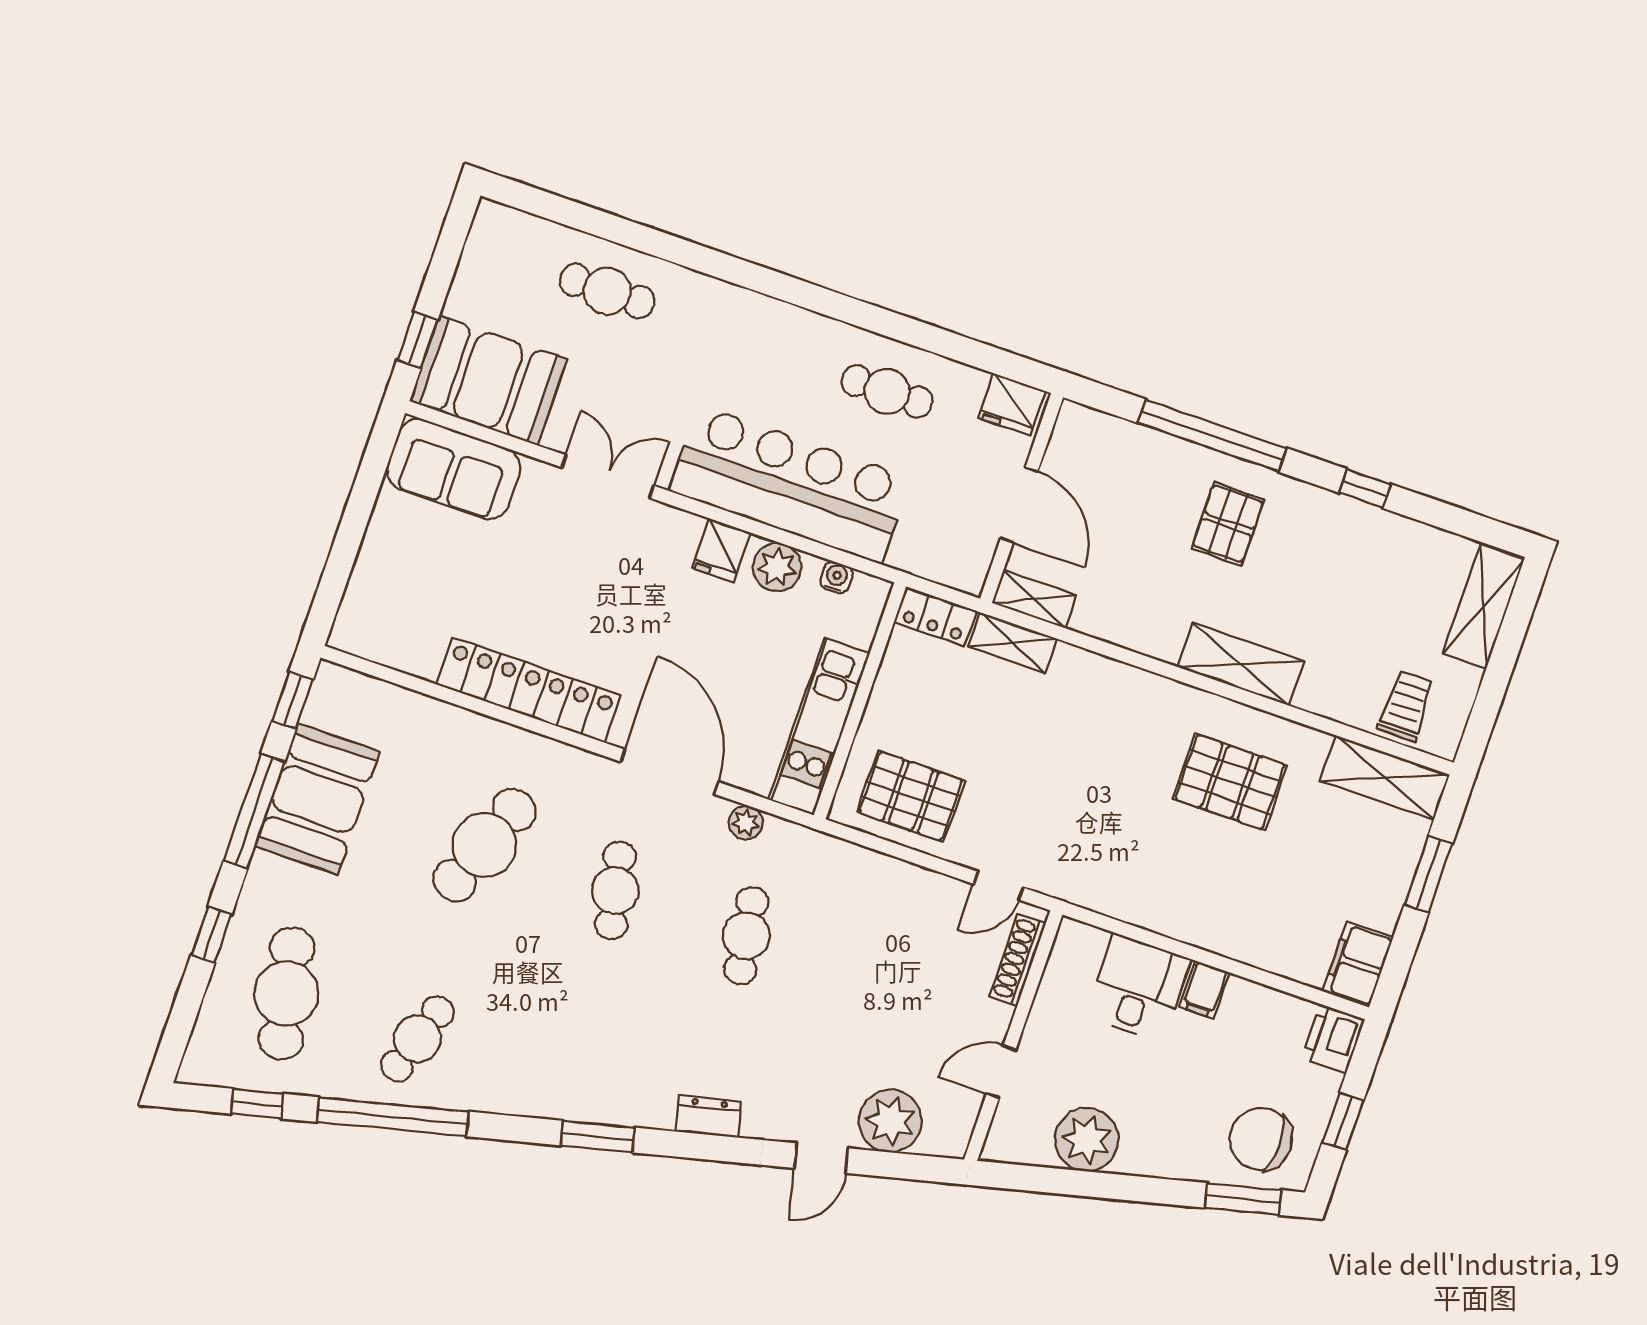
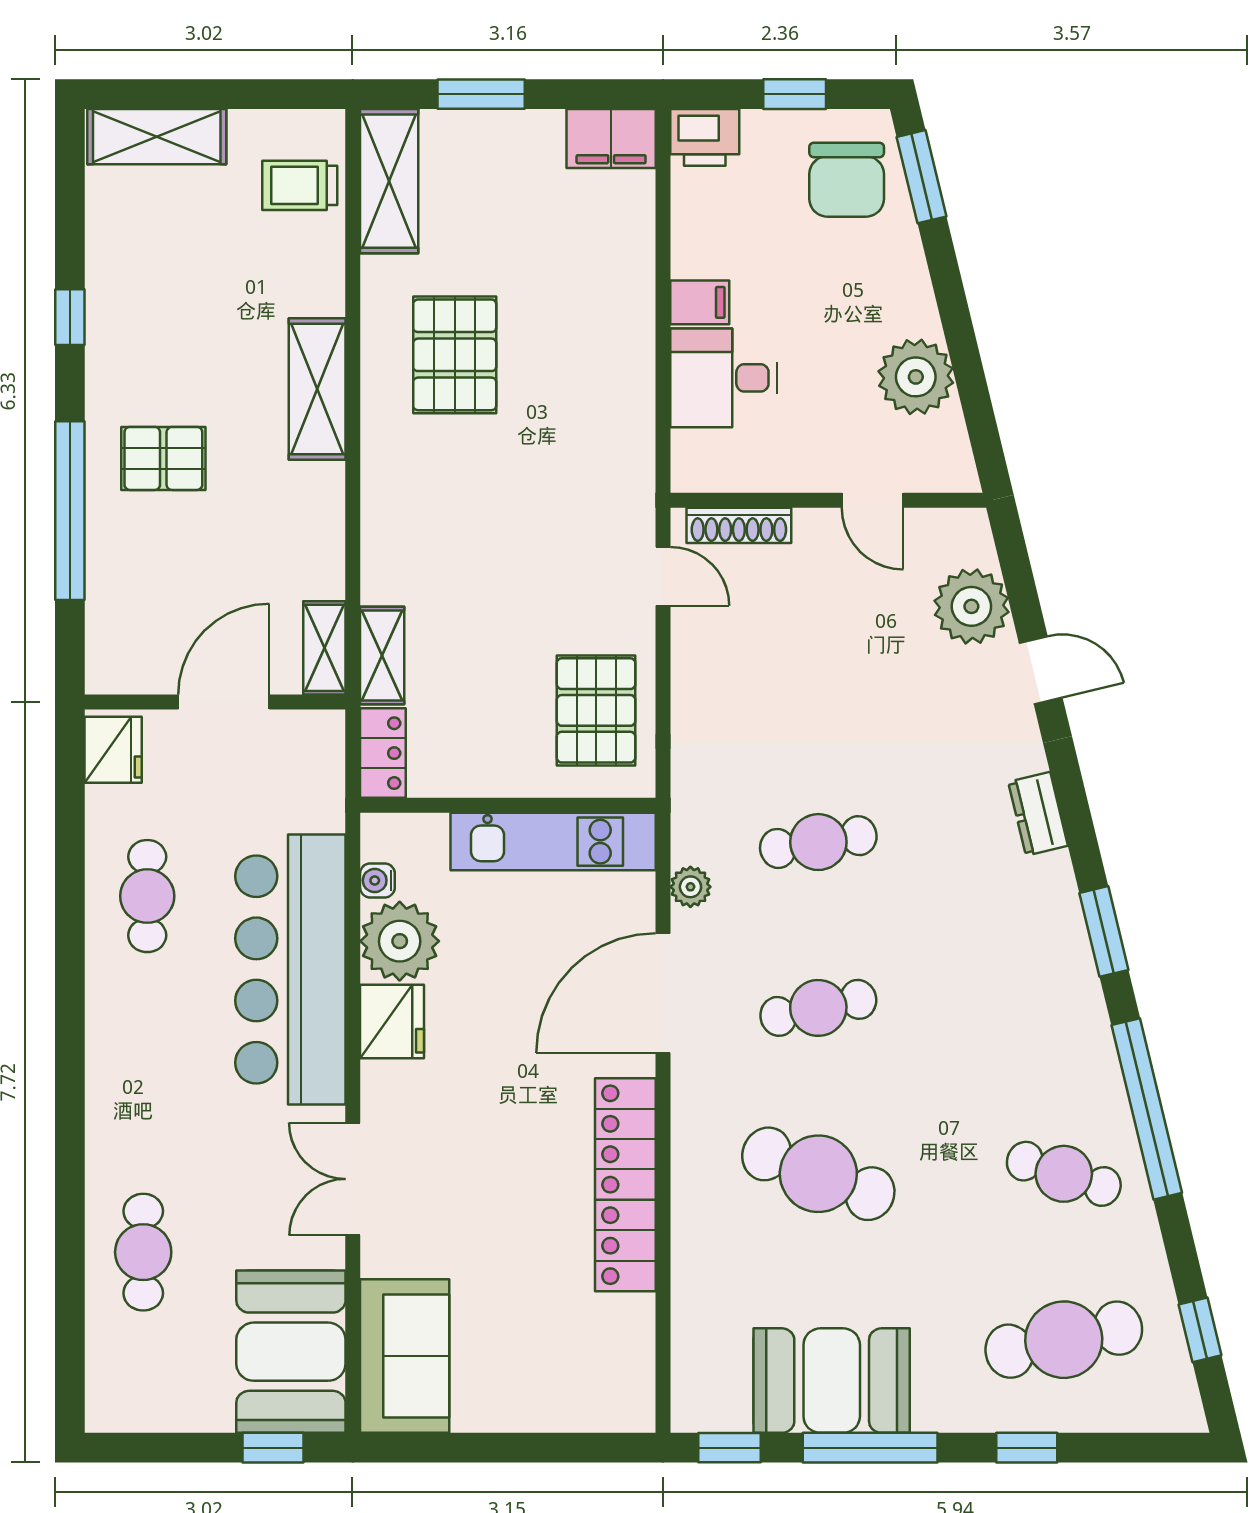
fridge: (721, 550) -> (392, 1021), width x1.38
plant: (777, 567) -> (400, 941), width x1.36, depth x1.36
window: (393, 1117) -> (1147, 1109), moved

